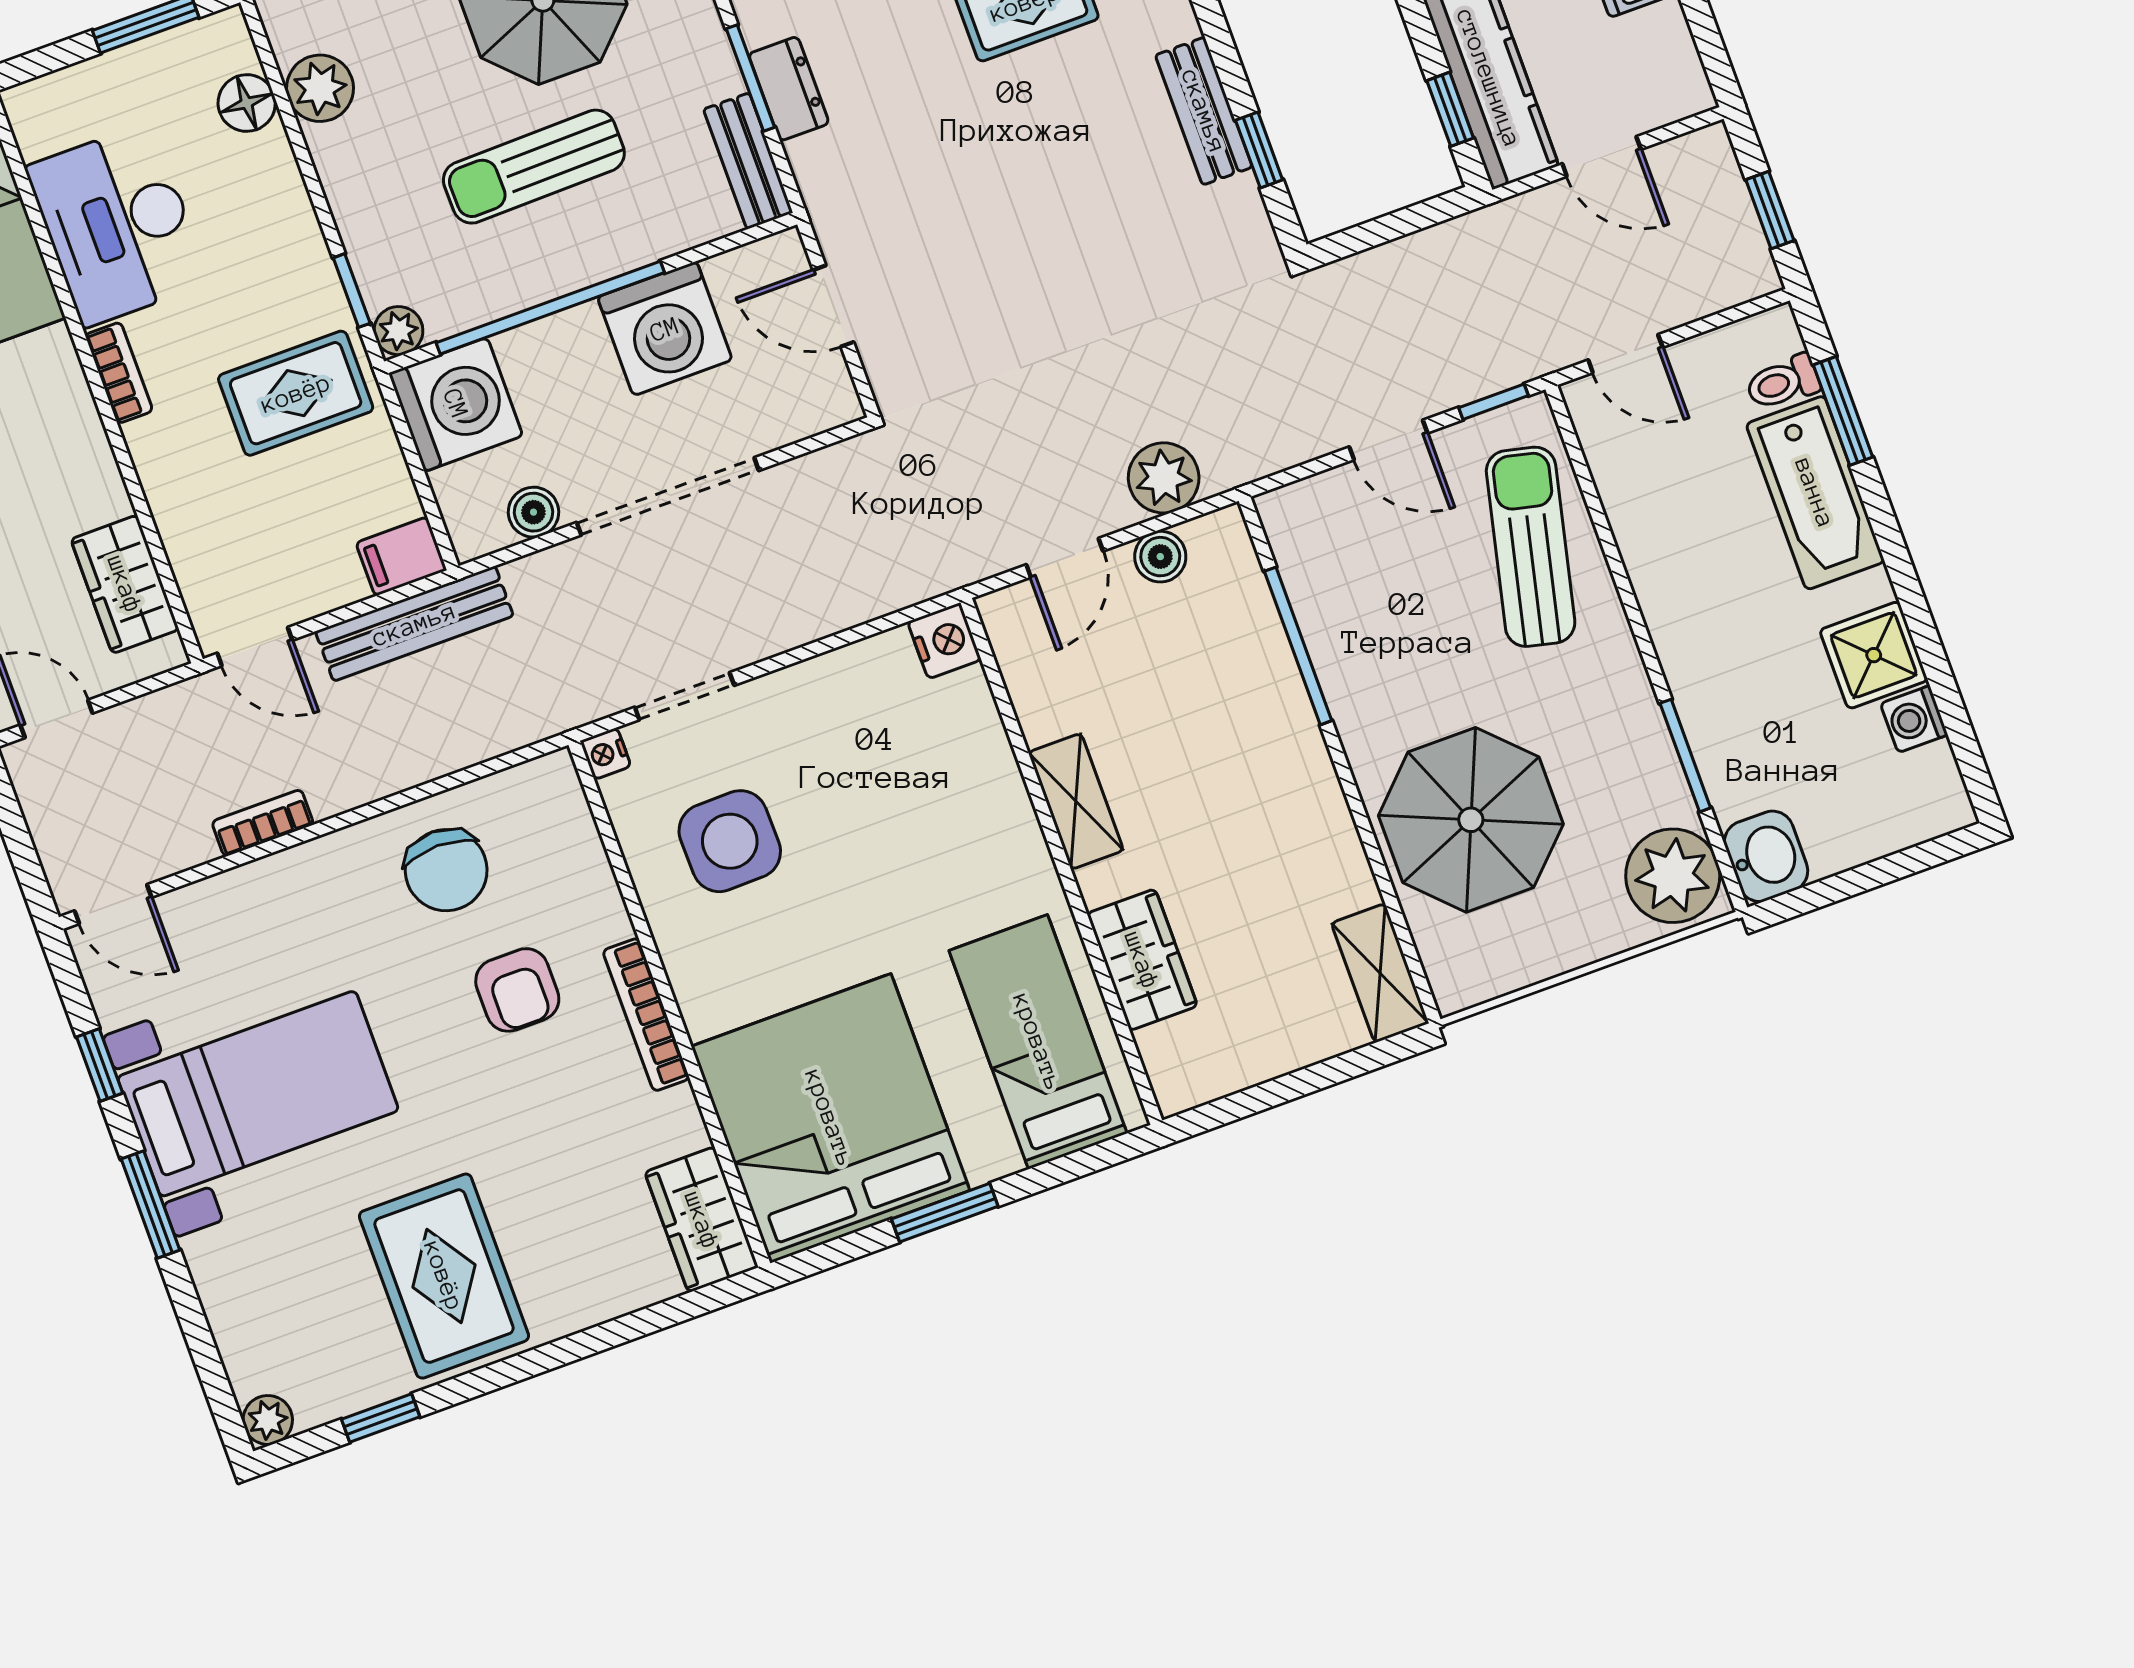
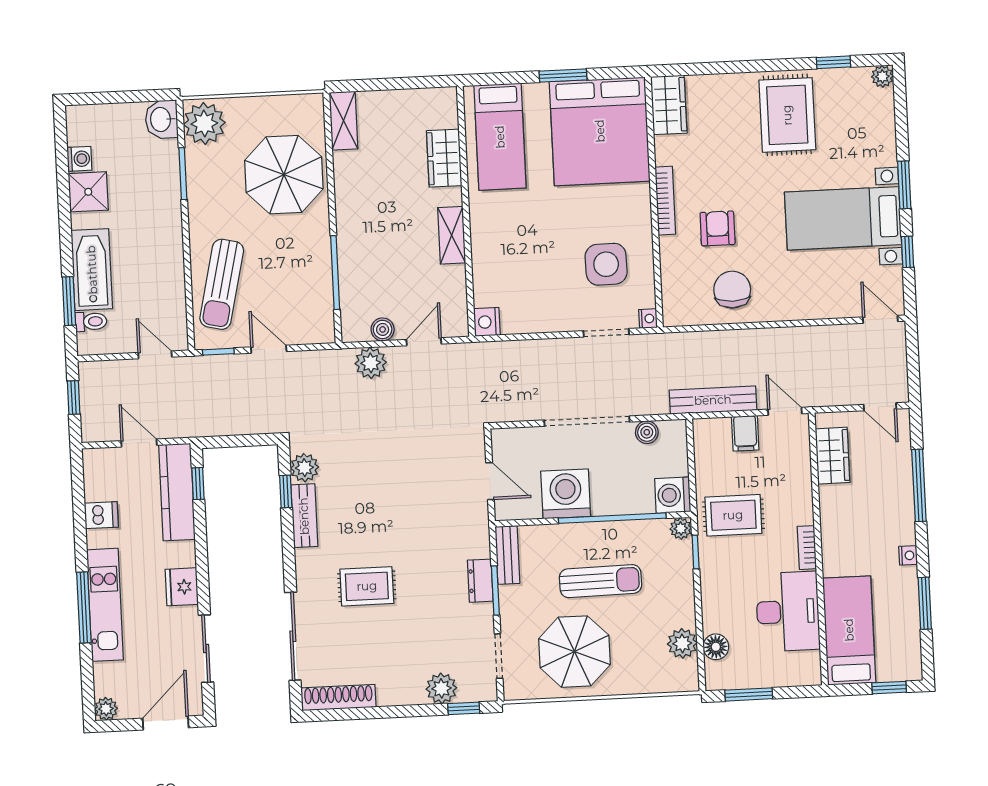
plant: (1235, 213) -> (304, 468), added
washing machine: (456, 404) -> (673, 495), width x0.73, depth x0.73
filing cabinet: (401, 556) -> (745, 433), moved, turned 90
bookcase: (263, 823) -> (805, 334), removed

